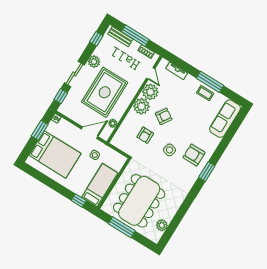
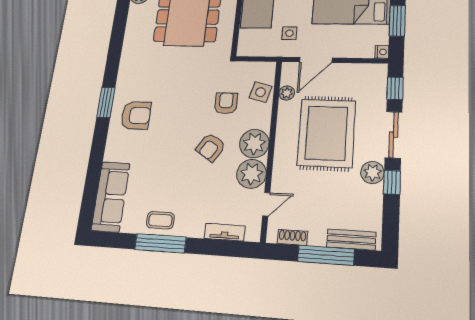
window: (96, 39) -> (392, 182), moved
door: (151, 73) -> (266, 204), swing flipped
side table: (170, 150) -> (260, 92), moved

